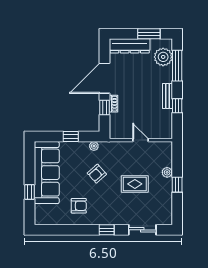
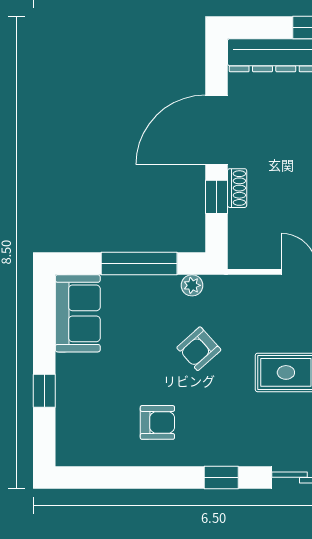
window: (71, 137) -> (139, 264), width x2.17
sofa: (47, 173) -> (78, 313), width x0.54, depth x0.79

